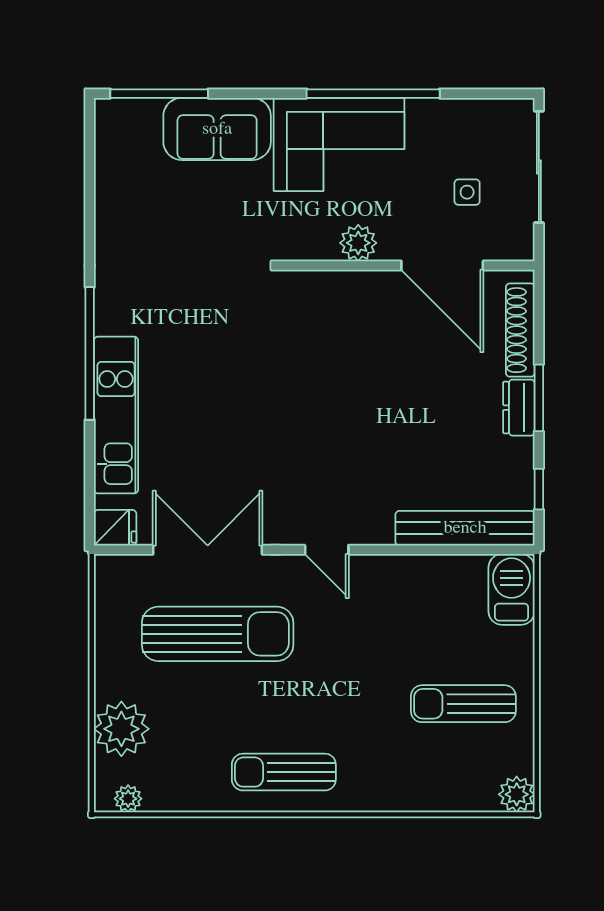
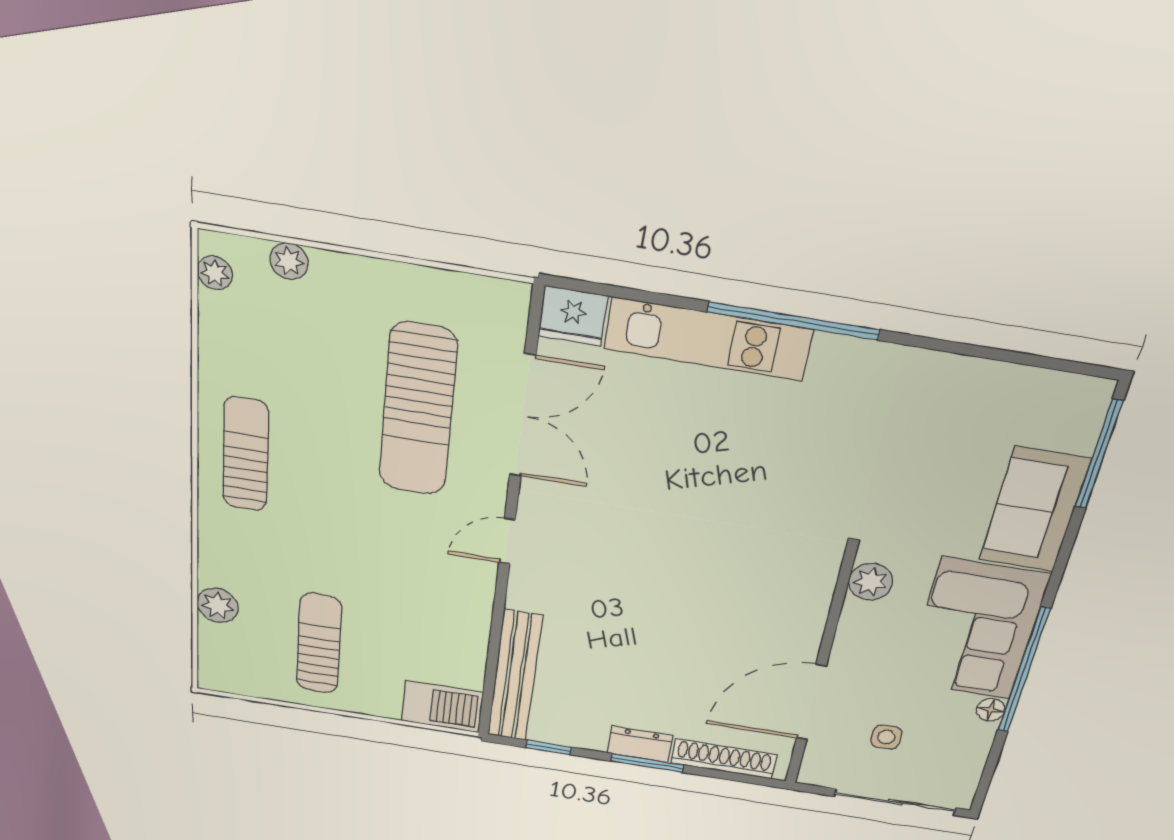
floor lamp: (420, 110) -> (991, 710), added
plant: (358, 243) -> (870, 582), moved
fridge: (115, 528) -> (573, 316), width x1.38
plant: (121, 729) -> (289, 261), width x0.53, depth x0.53
plant: (517, 794) -> (218, 605), moved

